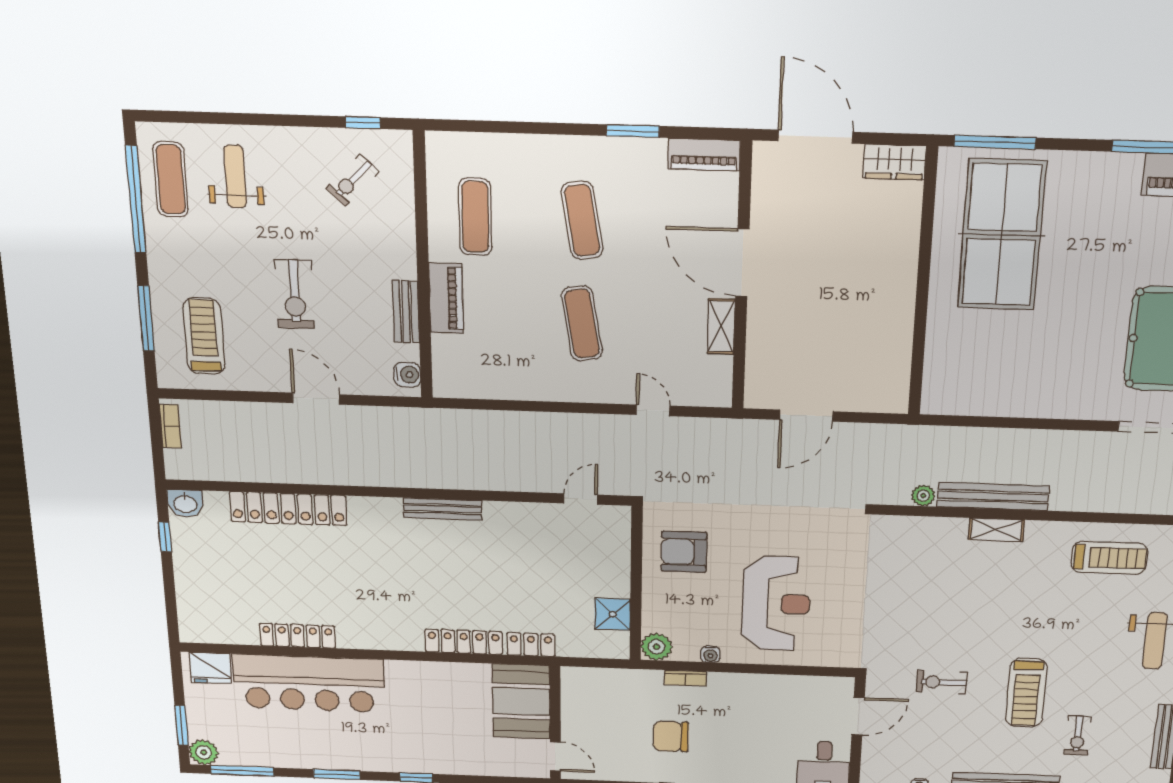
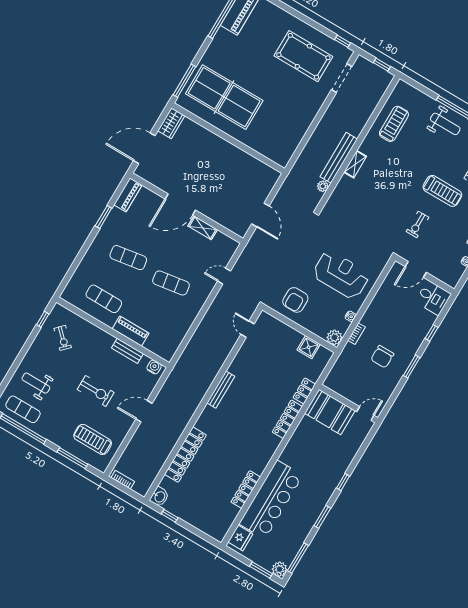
door: (858, 716) -> (416, 269), swing flipped

